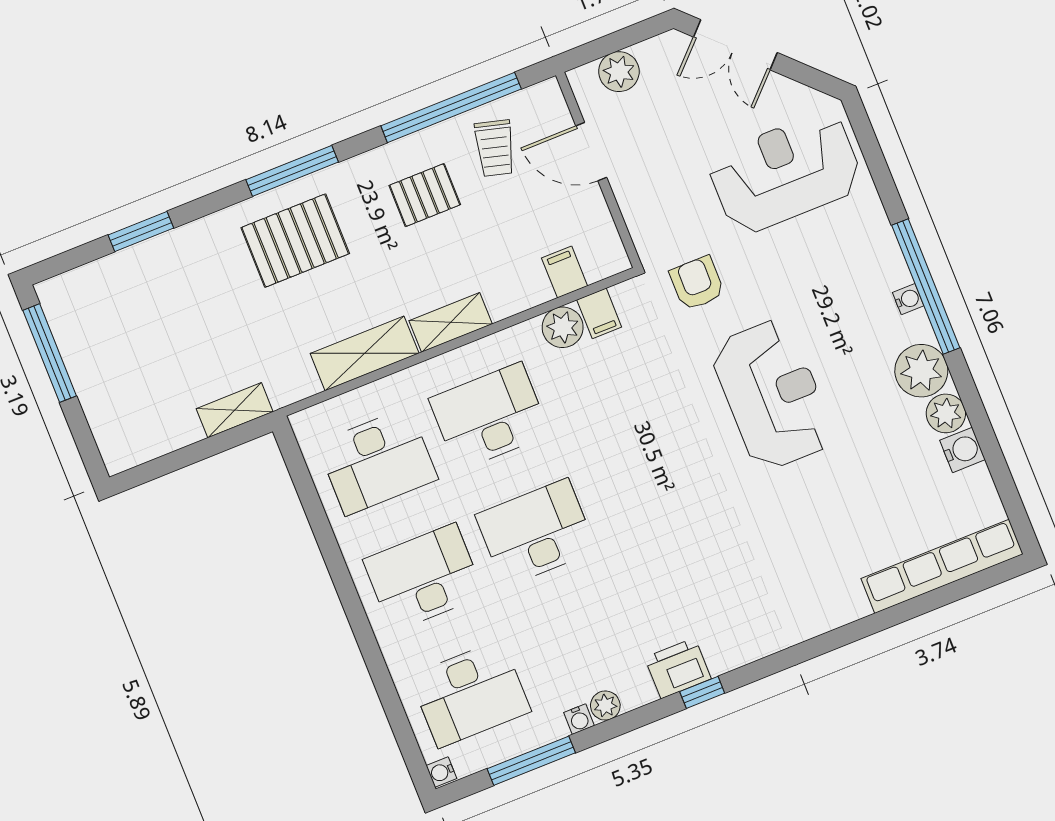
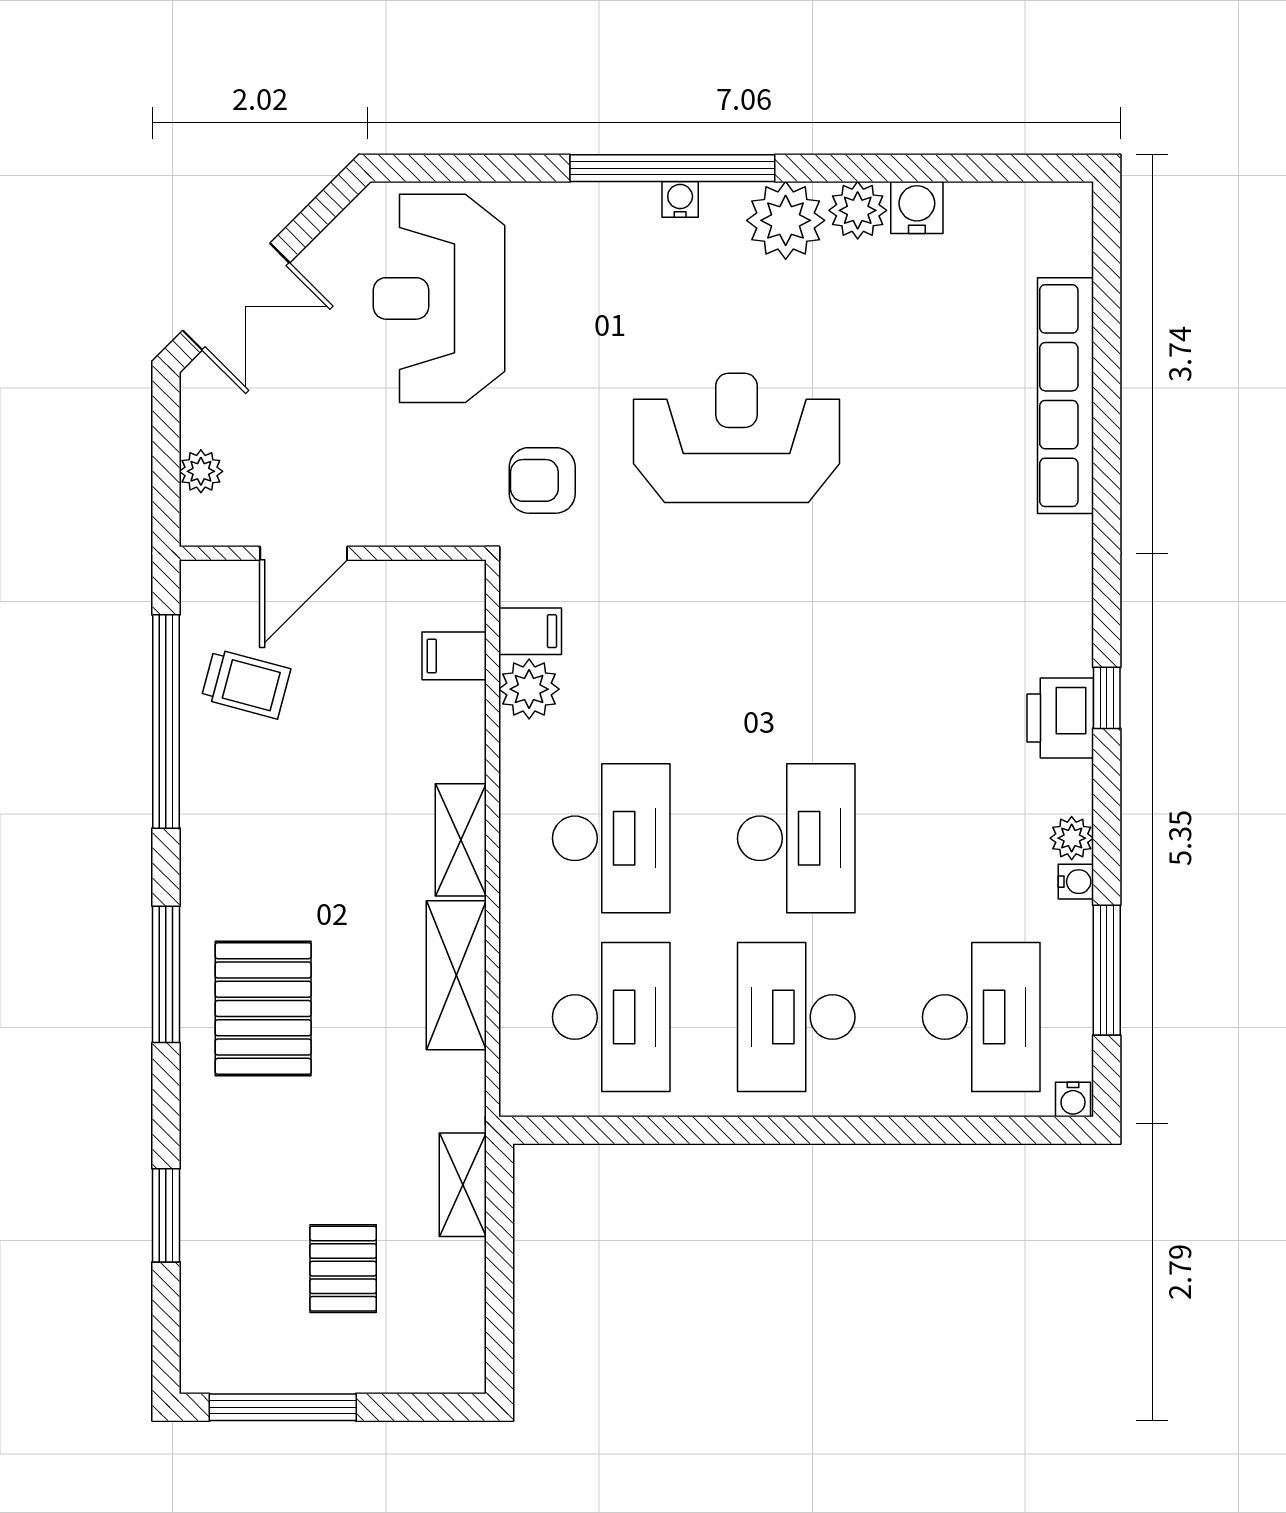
plant: (619, 72) -> (201, 471), width x0.73, depth x0.73
pallet: (425, 195) -> (343, 1269), moved
desk: (489, 416) -> (611, 838), turned 180
desk: (536, 533) -> (796, 838), turned 180
row of seats: (942, 566) -> (1066, 396), moved

